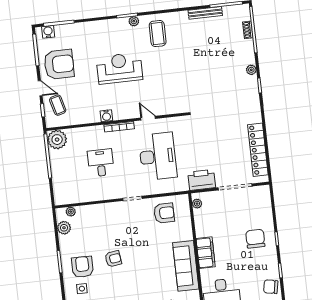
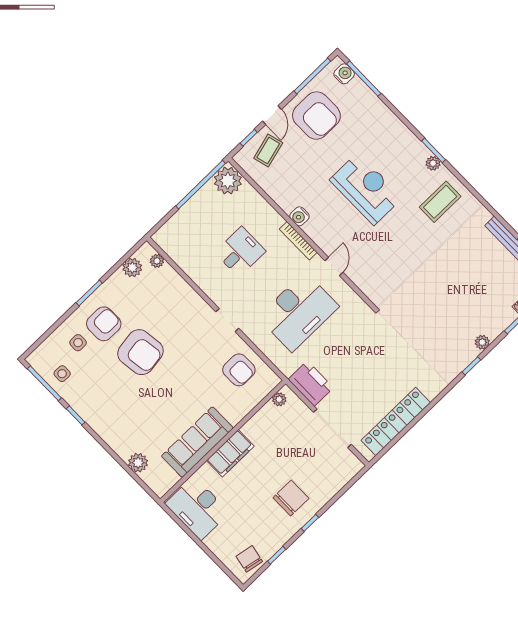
armchair: (113, 259) -> (140, 352), width x1.88, depth x1.88

